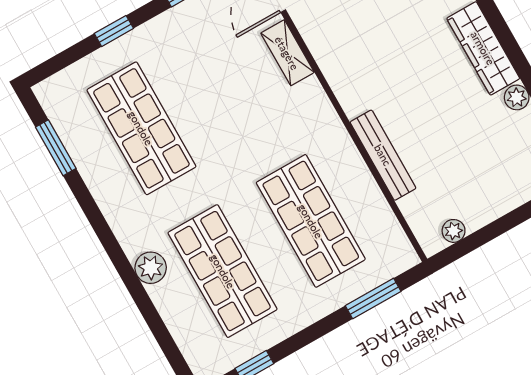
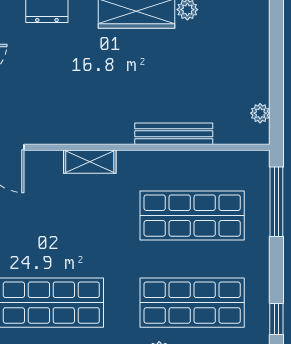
shelving: (287, 53) -> (90, 162), moved
window: (373, 298) -> (276, 202), width x1.44

